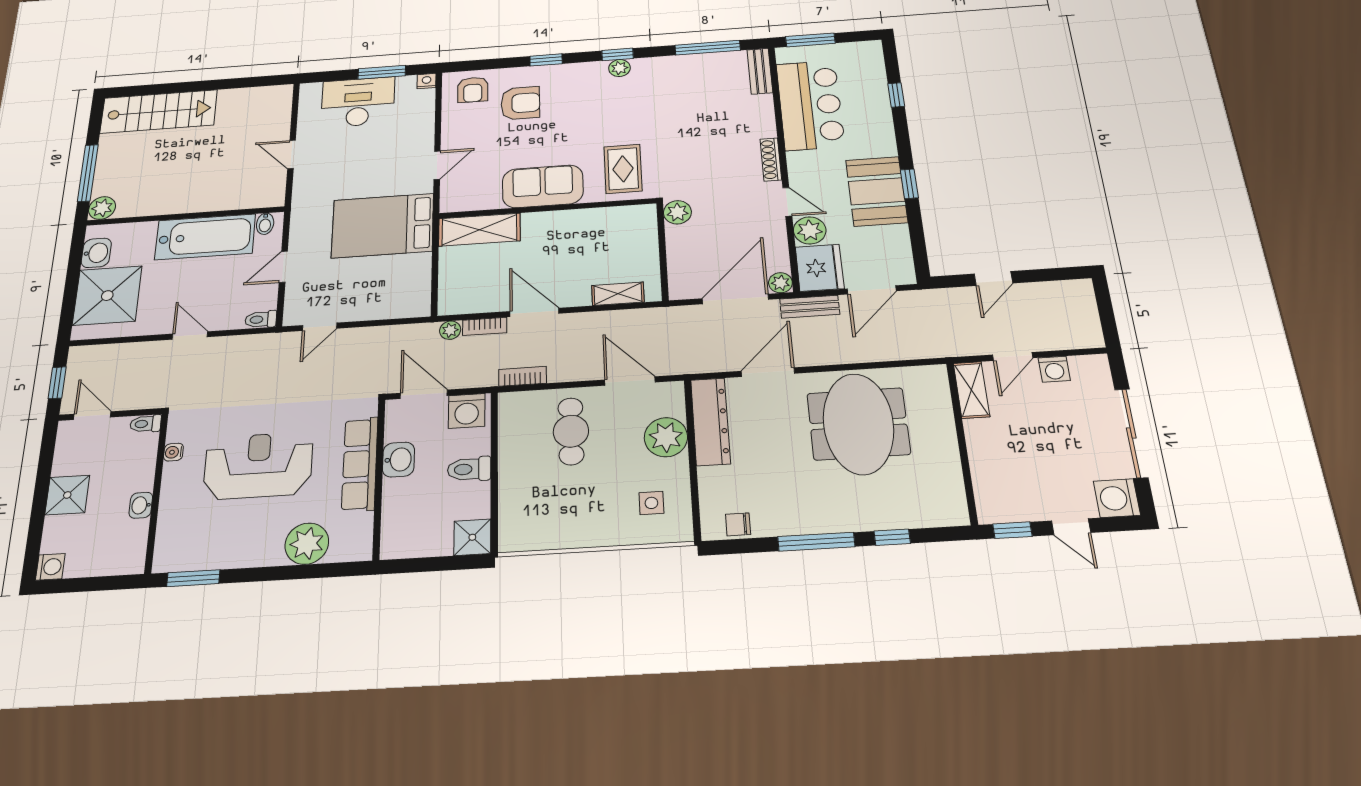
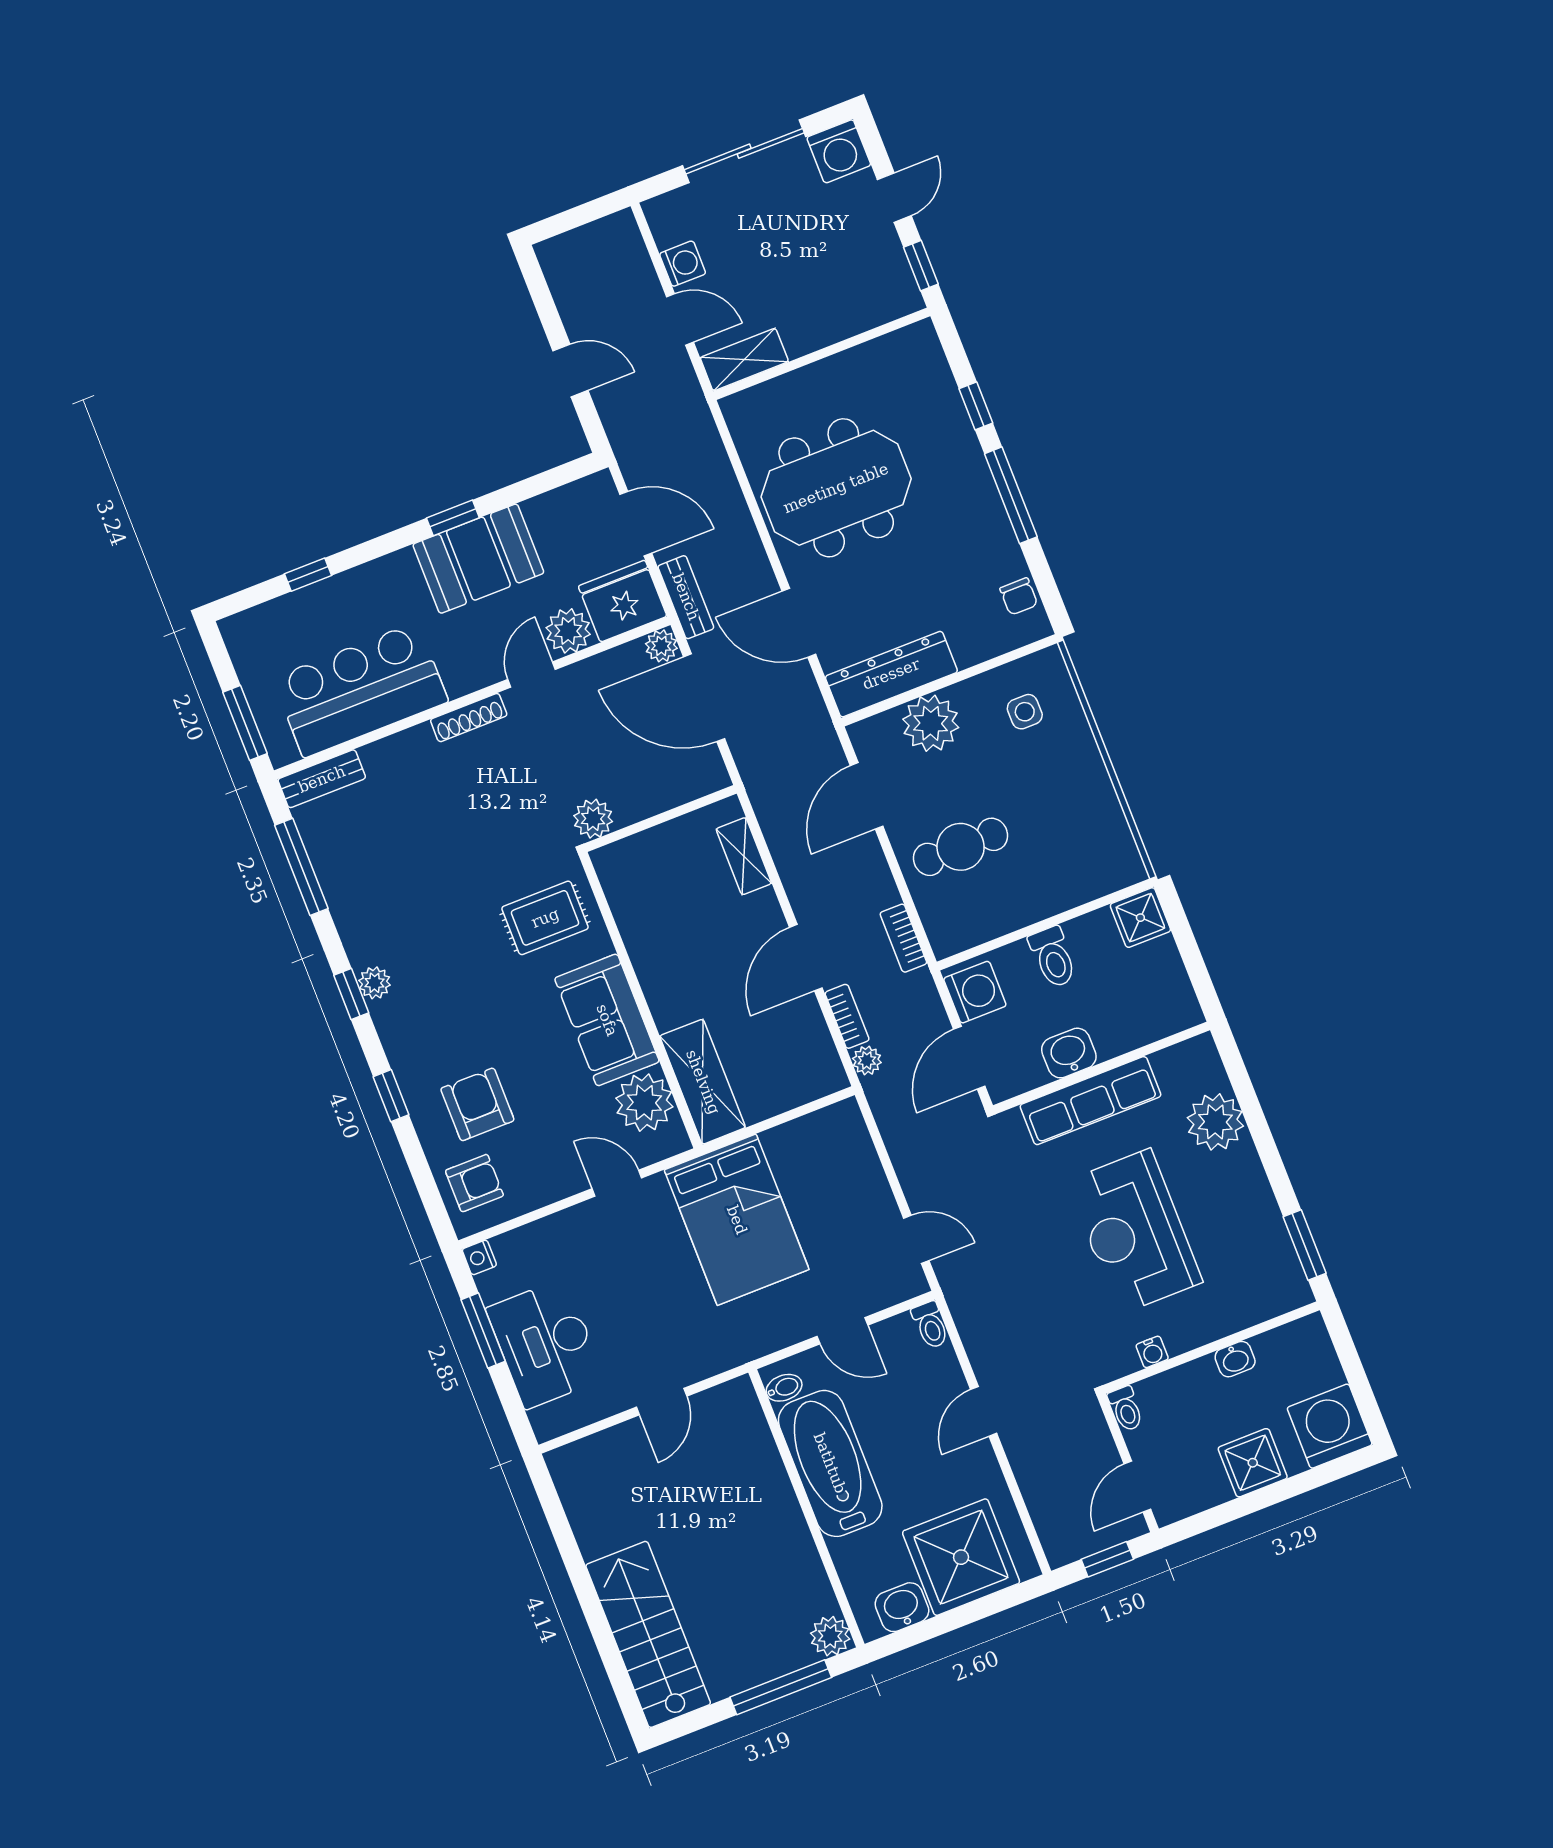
plant: (481, 193) -> (644, 1103), added
washing machine: (50, 567) -> (1330, 1426), width x1.89, depth x1.89

